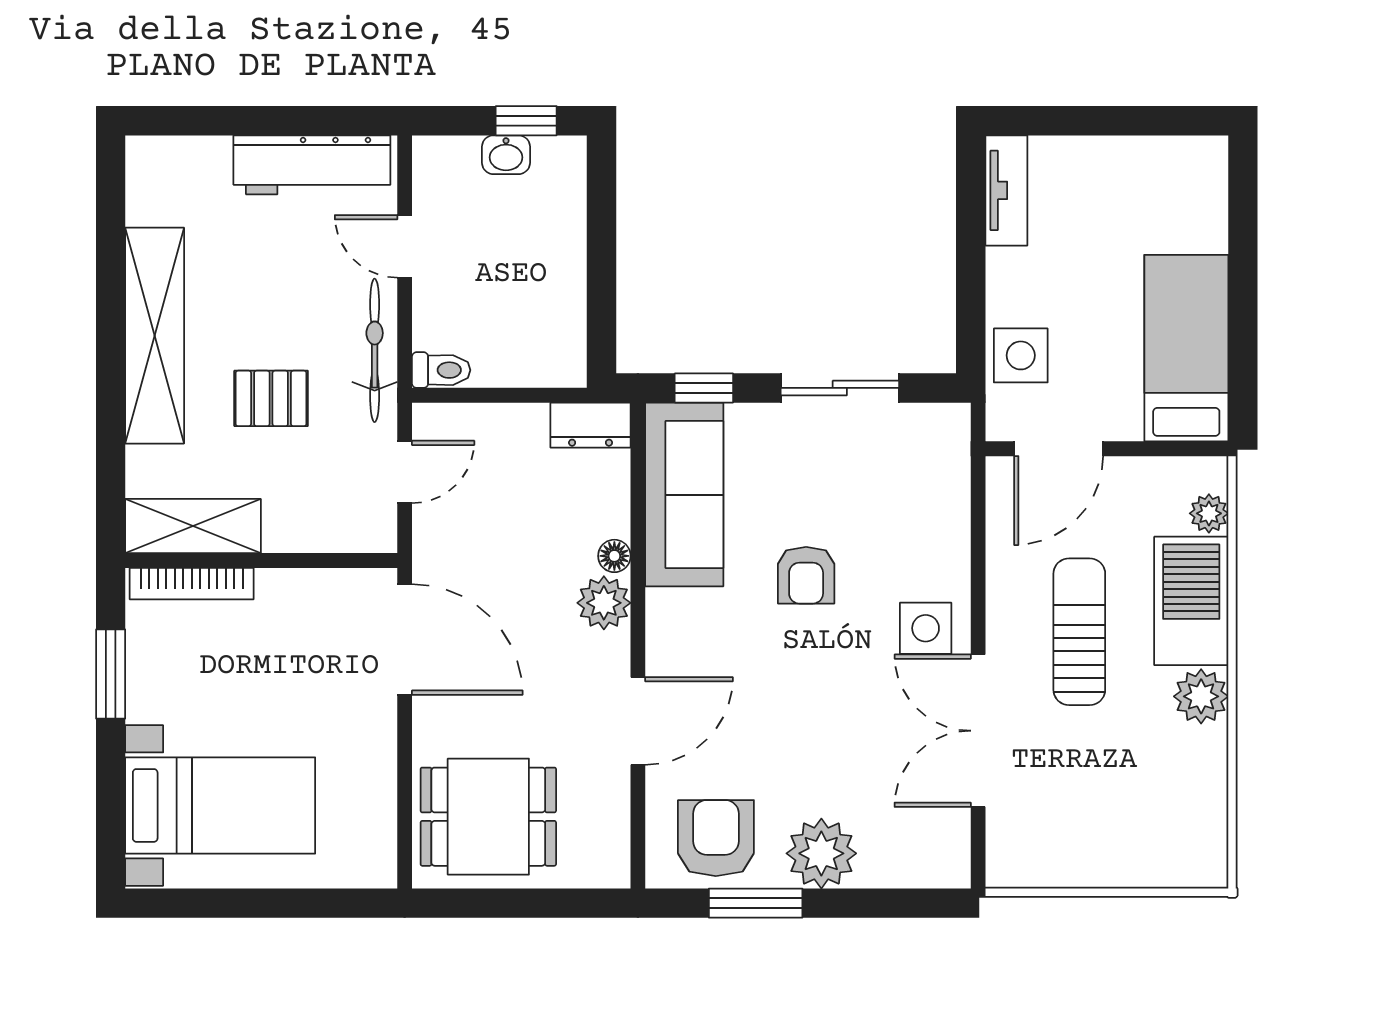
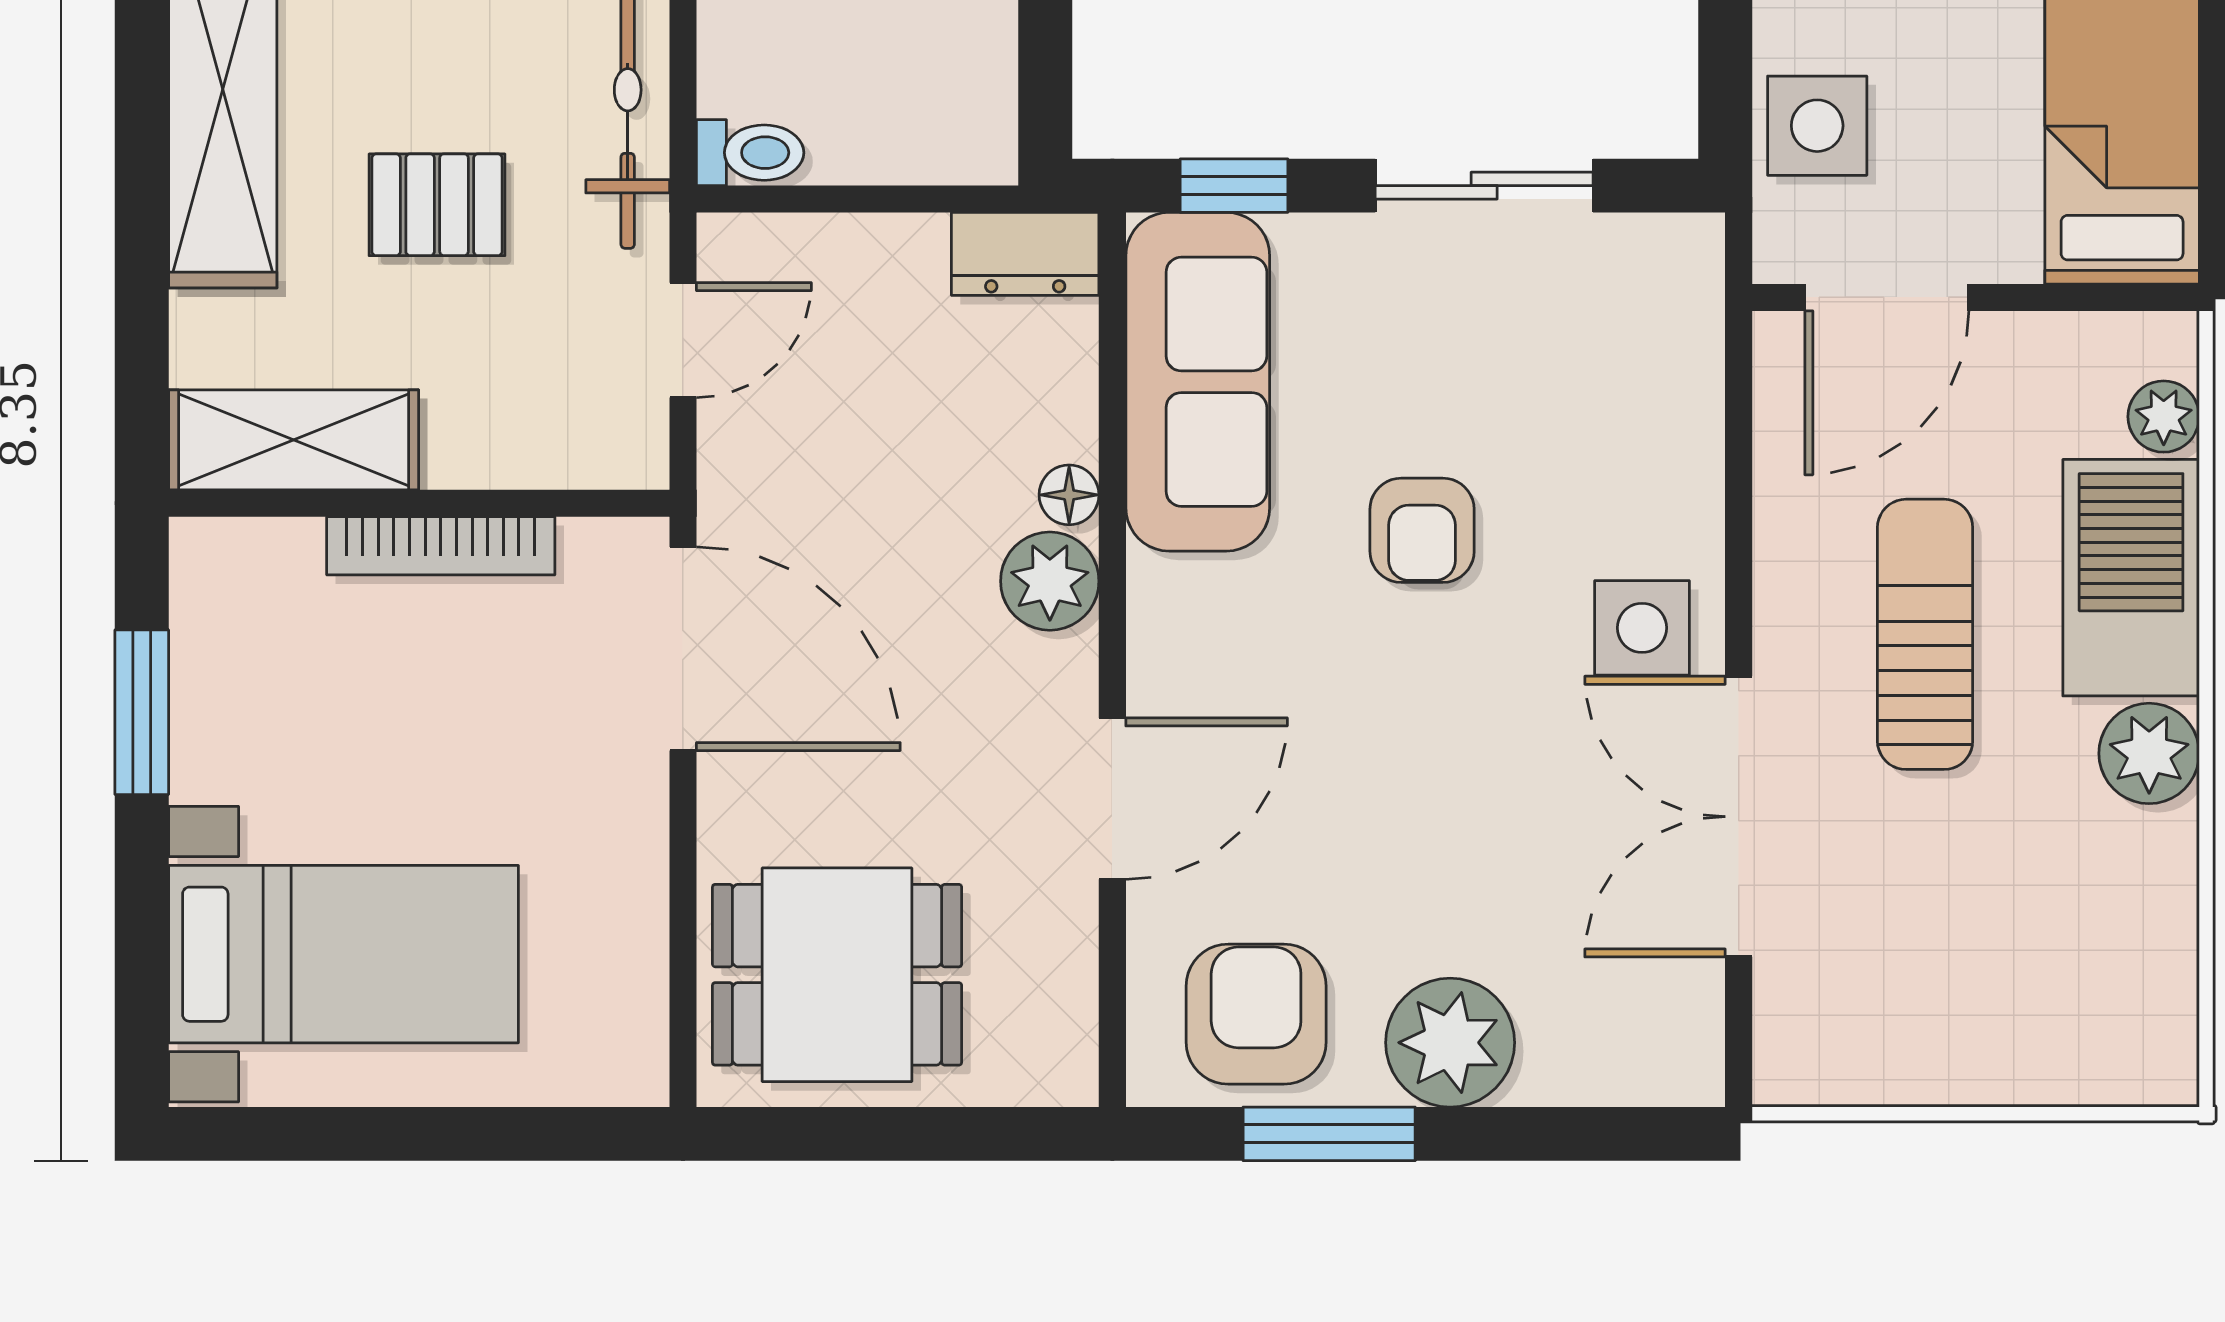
bookcase: (192, 584) -> (441, 546), moved

